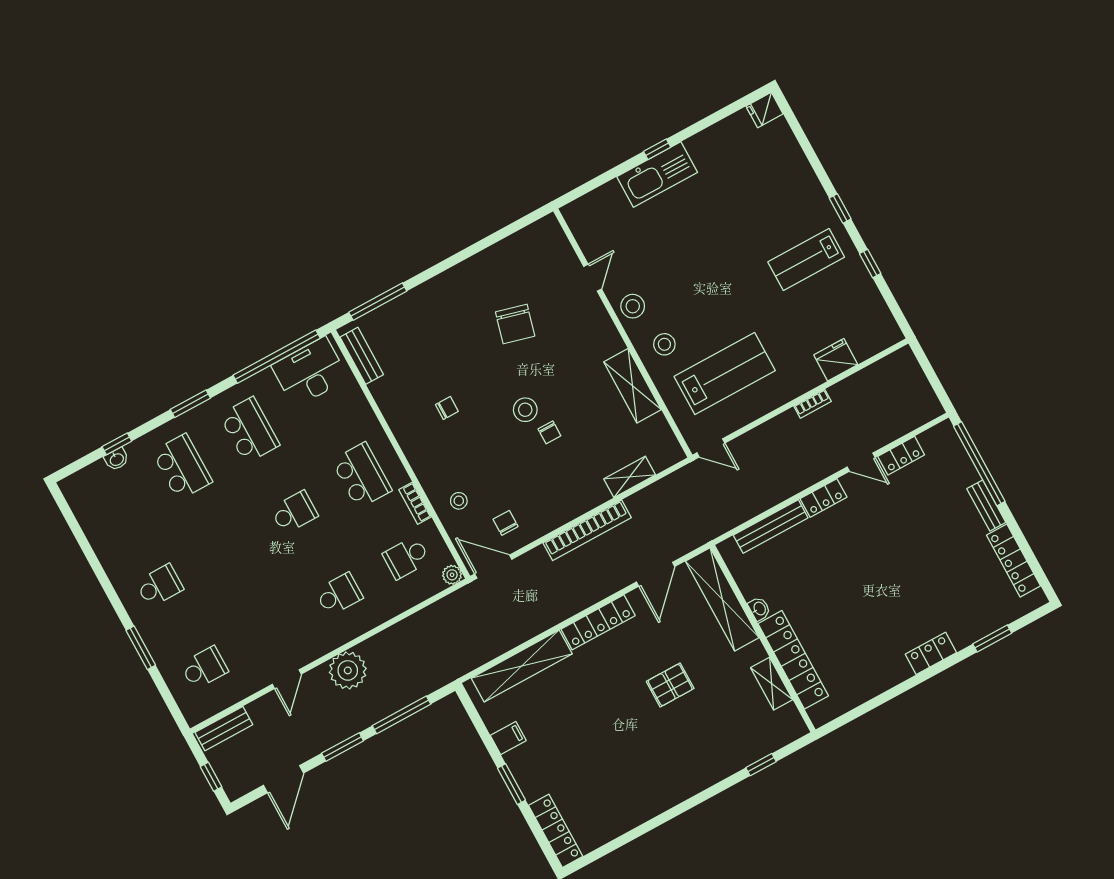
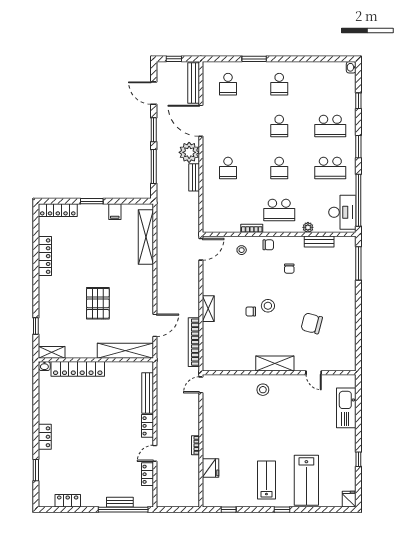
window: (657, 149) -> (358, 459), moved
kitchen sink: (657, 175) -> (346, 408), moved
window: (870, 264) -> (229, 510), moved
stool: (633, 306) -> (289, 384), removed
bench: (362, 356) -> (319, 241), moved
lab bench: (725, 374) -> (306, 480), moved
shelving: (633, 386) -> (275, 364), moved
washbasin: (117, 459) -> (351, 67), moved
shelving: (630, 477) -> (208, 309), moved
bench: (986, 506) -> (120, 502), moved
chair: (506, 523) -> (268, 245), moved
bookcase: (587, 530) -> (194, 342), moved
school desk: (406, 558) -> (279, 126), moved, turned 180
locker: (1014, 561) -> (68, 501), width x0.66
door: (656, 574) -> (155, 325), swing flipped
plant: (452, 575) -> (308, 227), moved
washbasin: (759, 609) -> (44, 366), moved
locker: (598, 622) -> (45, 256), moved, turned 180
bench: (383, 641) -> (194, 177), added
door: (287, 679) -> (201, 121), width x1.88
shelving: (772, 684) -> (52, 352), moved
pallet: (670, 685) -> (98, 303), width x1.50, depth x1.42
bench: (224, 729) -> (194, 83), width x1.36

